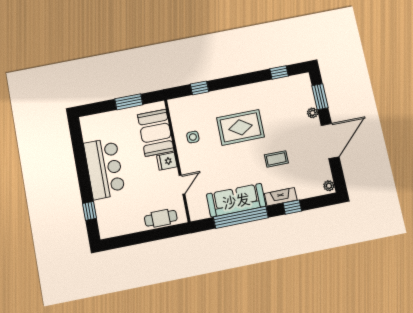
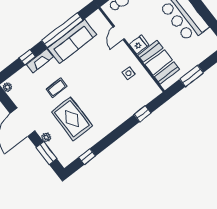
rug: (240, 127) -> (72, 119), moved, turned 90

